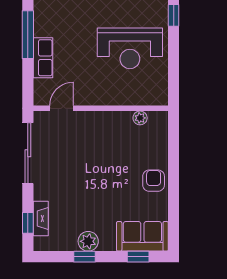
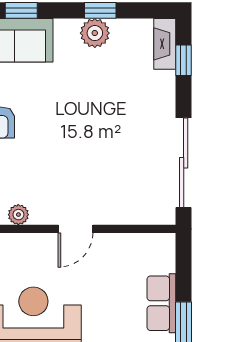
door: (62, 108) -> (75, 229), moved
fireplace: (41, 219) -> (165, 44), moved

